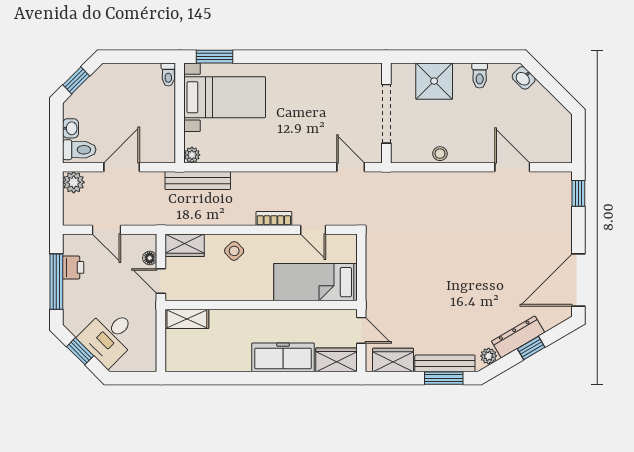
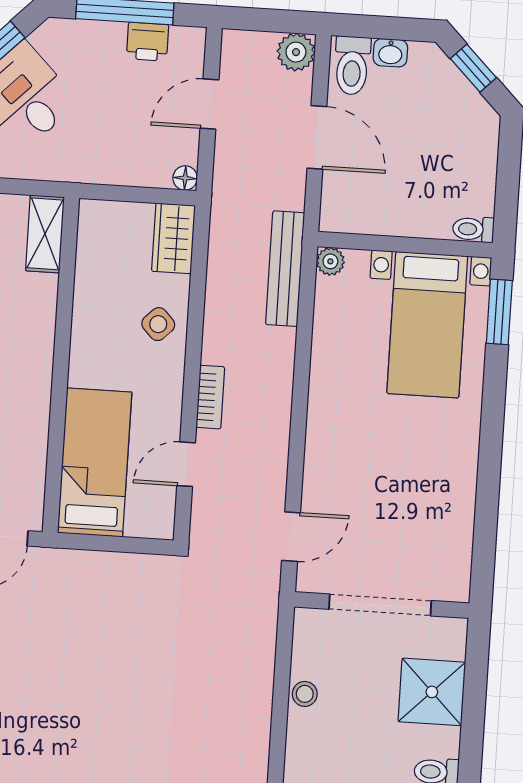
floor lamp: (150, 258) -> (185, 178), moved
door: (161, 281) -> (114, 193), removed

